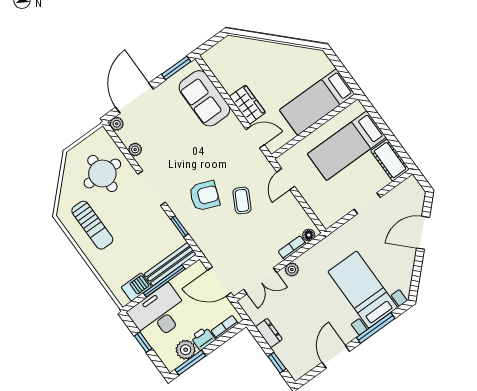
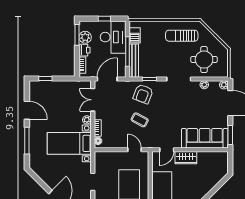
sofa: (204, 98) -> (205, 138), width x1.36
armchair: (204, 196) -> (143, 94), moved
bed with nightstands: (363, 290) -> (69, 143), moved, turned 180
dresser: (269, 333) -> (63, 85), removed

